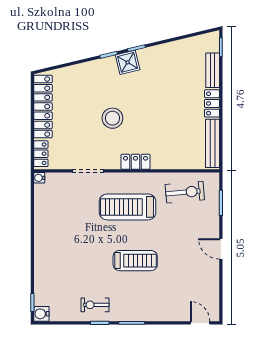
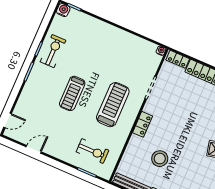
stool: (112, 118) -> (160, 159), moved
exercise bike: (185, 192) -> (92, 151), moved, turned -85
door: (221, 249) -> (34, 149), moved
exercise bike: (95, 305) -> (53, 51), width x1.38, depth x1.39

